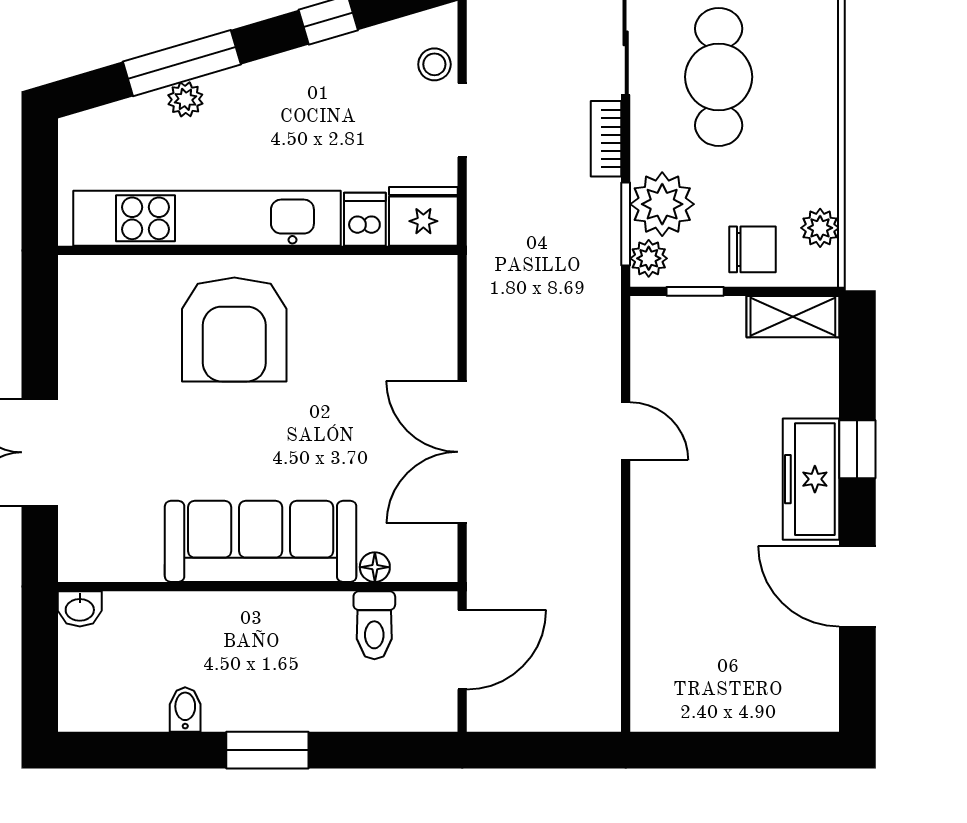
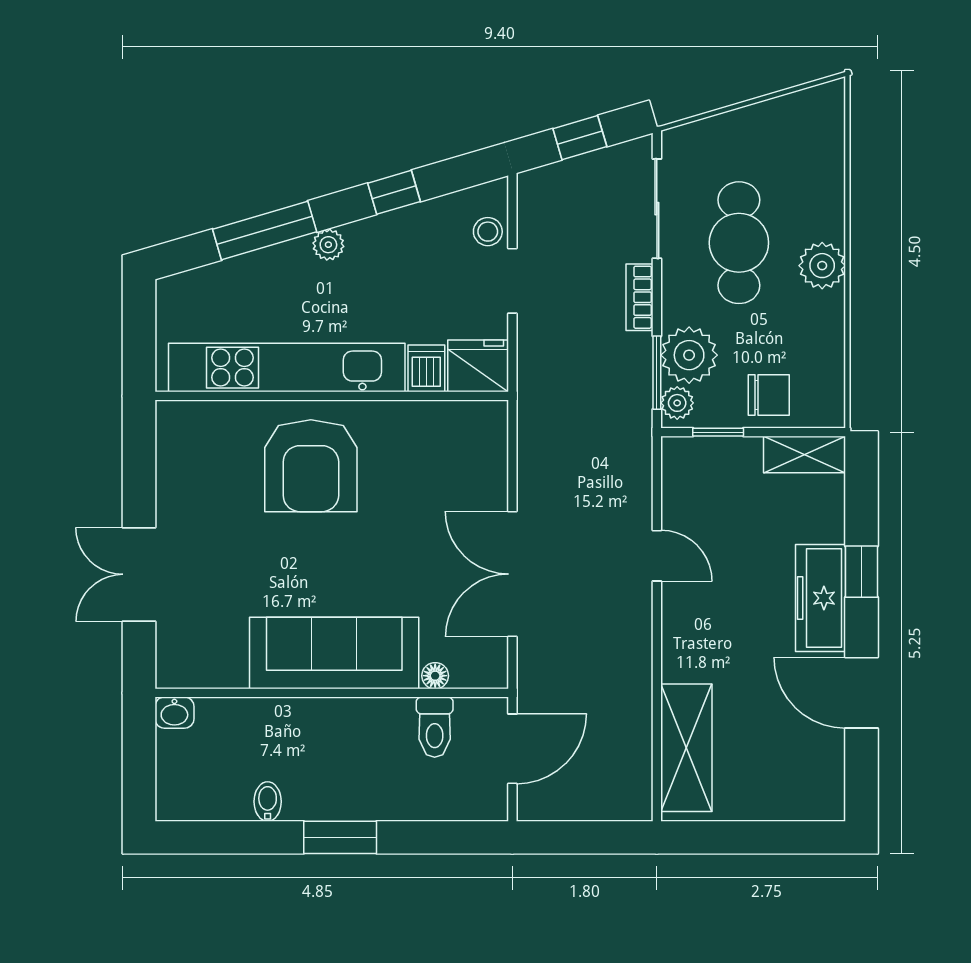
plant: (185, 99) -> (328, 245), moved
plant: (820, 228) -> (822, 266), moved, width x1.38, depth x1.38
shelving: (659, 649) -> (686, 748), added

